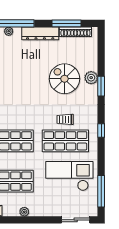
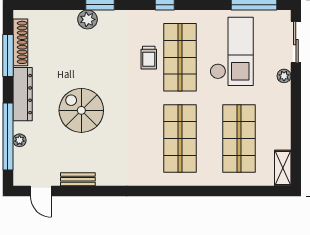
spiral stairs: (64, 79) -> (81, 110), moved, turned 90
checkout: (69, 176) -> (232, 51), turned 180
plant: (24, 212) -> (284, 76), moved

